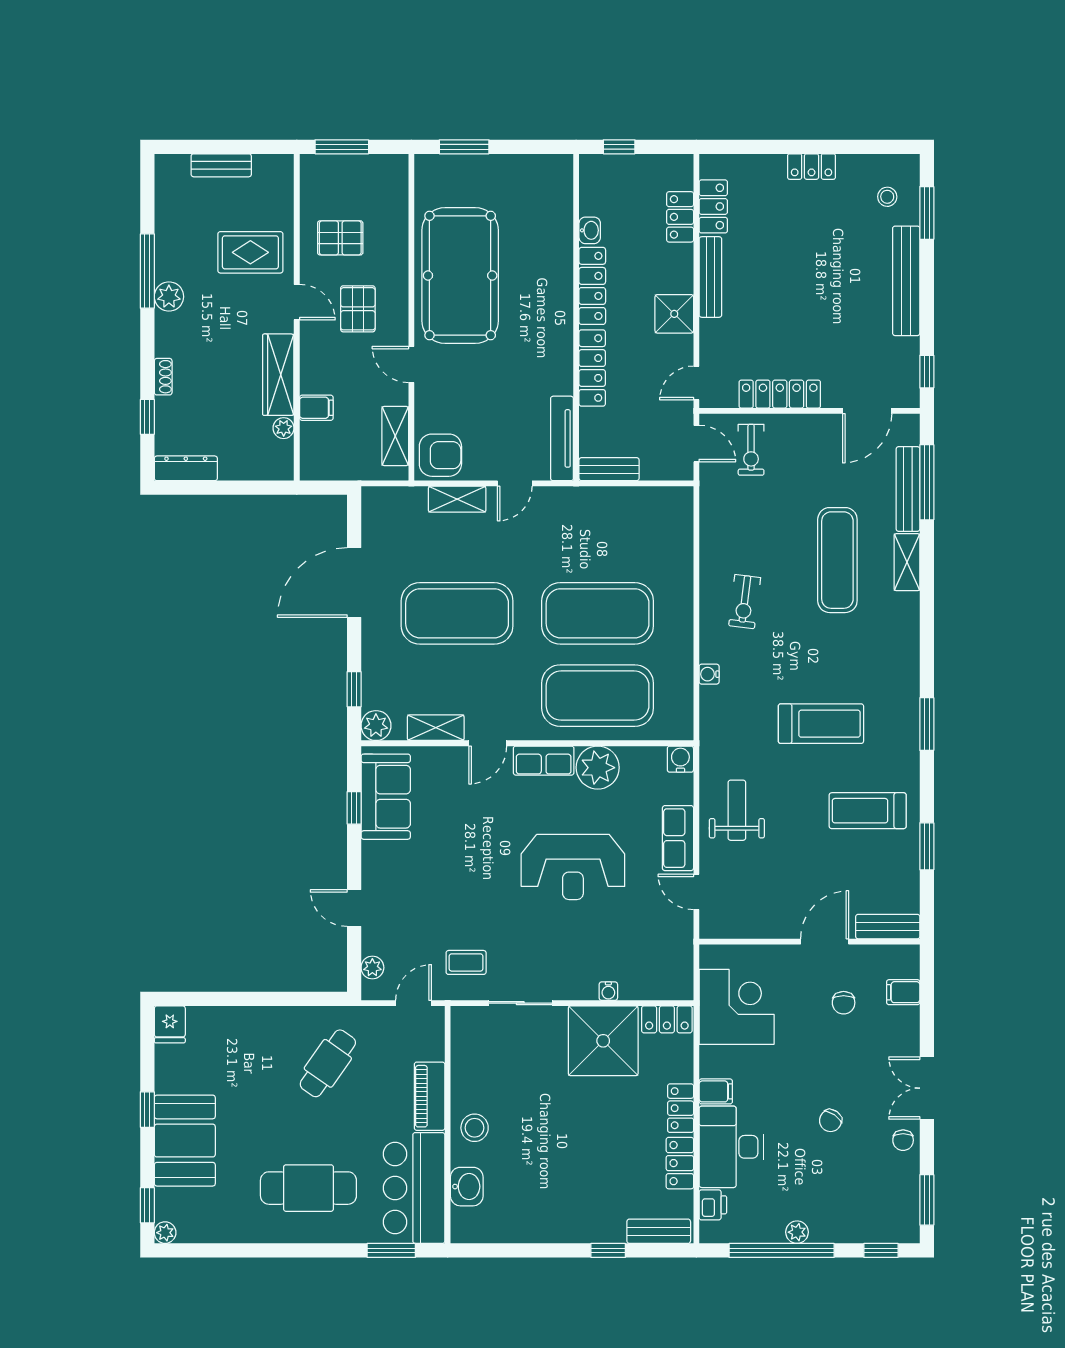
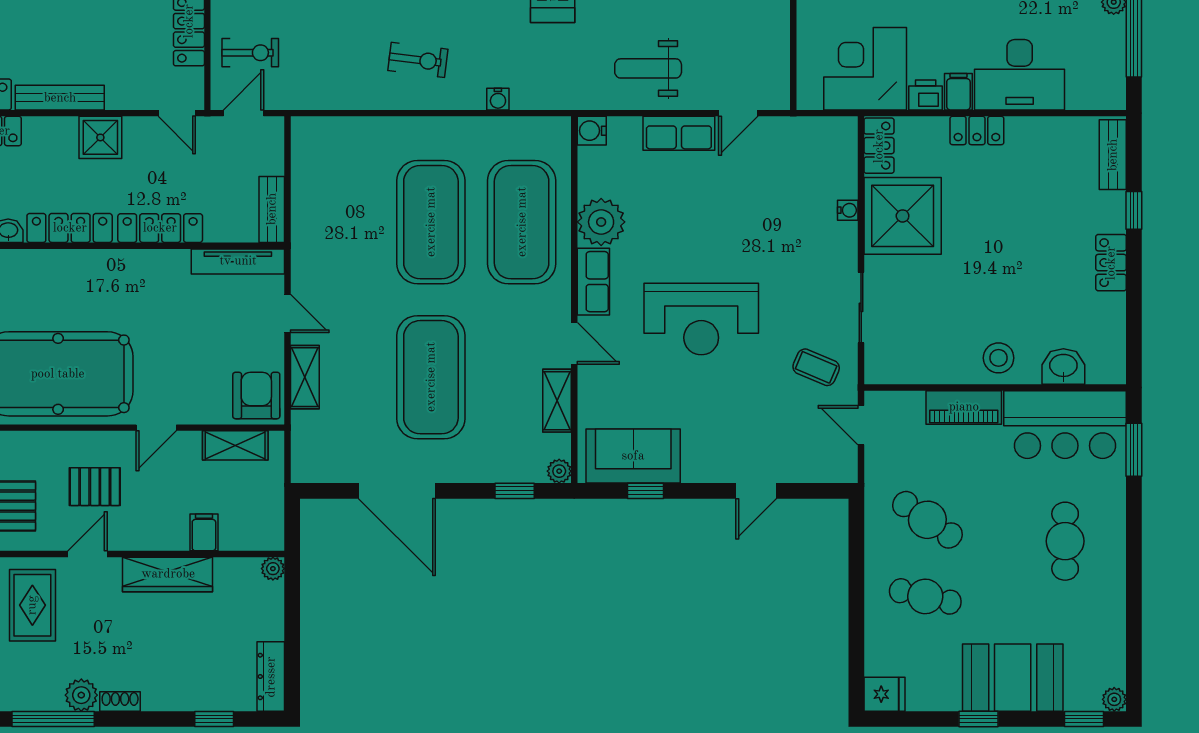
shoe rack: (163, 377) -> (120, 701), moved
plant: (284, 428) -> (273, 569), moved
plant: (376, 726) -> (559, 471), width x0.73, depth x0.73
reception desk: (573, 867) -> (701, 319), moved, turned 90
coffee table: (466, 962) -> (816, 367), turned -67
plant: (372, 968) -> (822, 471), removed
cafe table: (258, 1061) -> (925, 596), added
locker: (680, 1163) -> (1111, 263), moved, turned 90
cafe table: (308, 1188) -> (1065, 541), width x0.73, depth x0.74
printer: (713, 1205) -> (926, 95), moved

